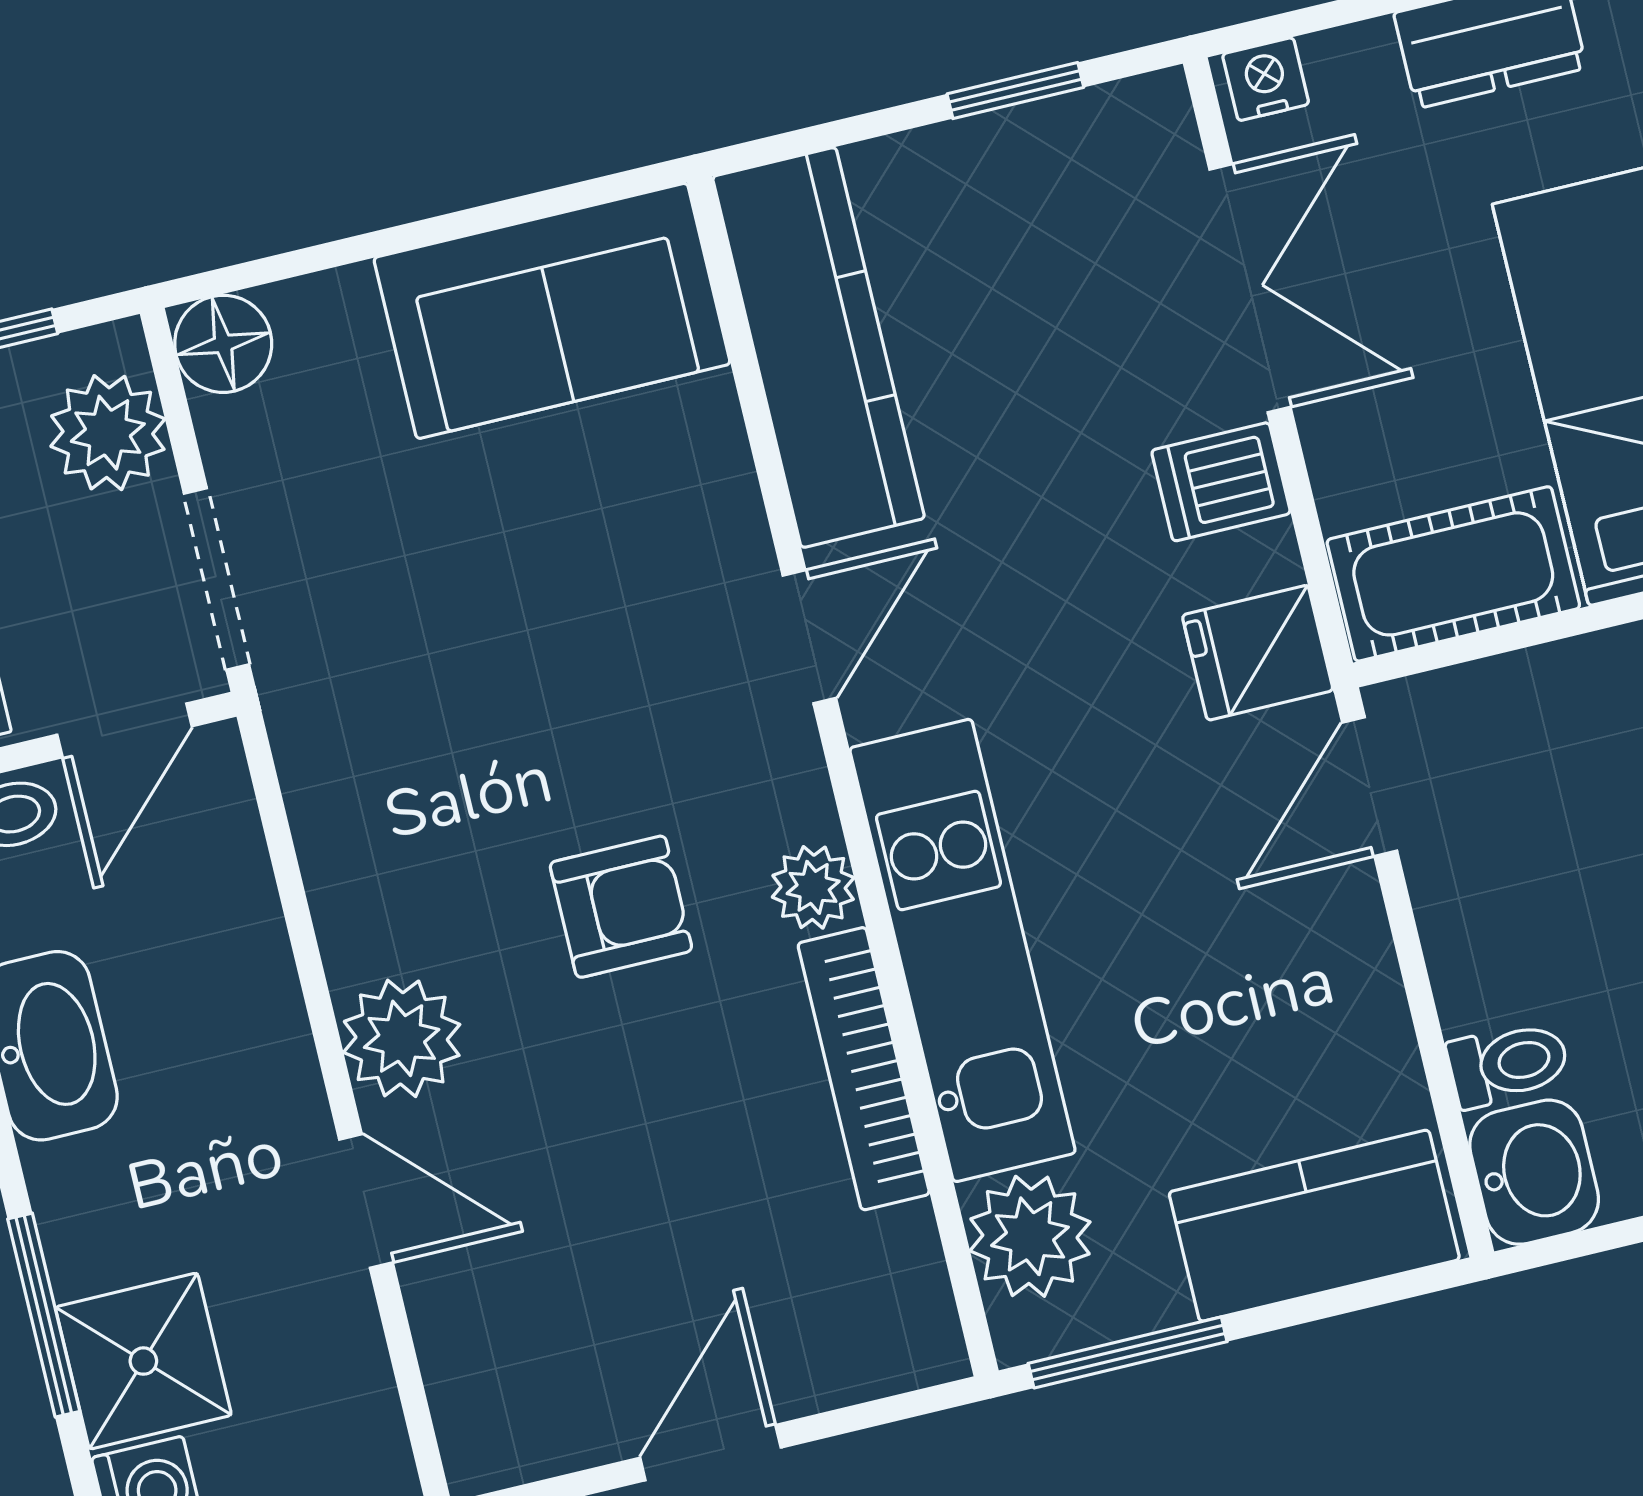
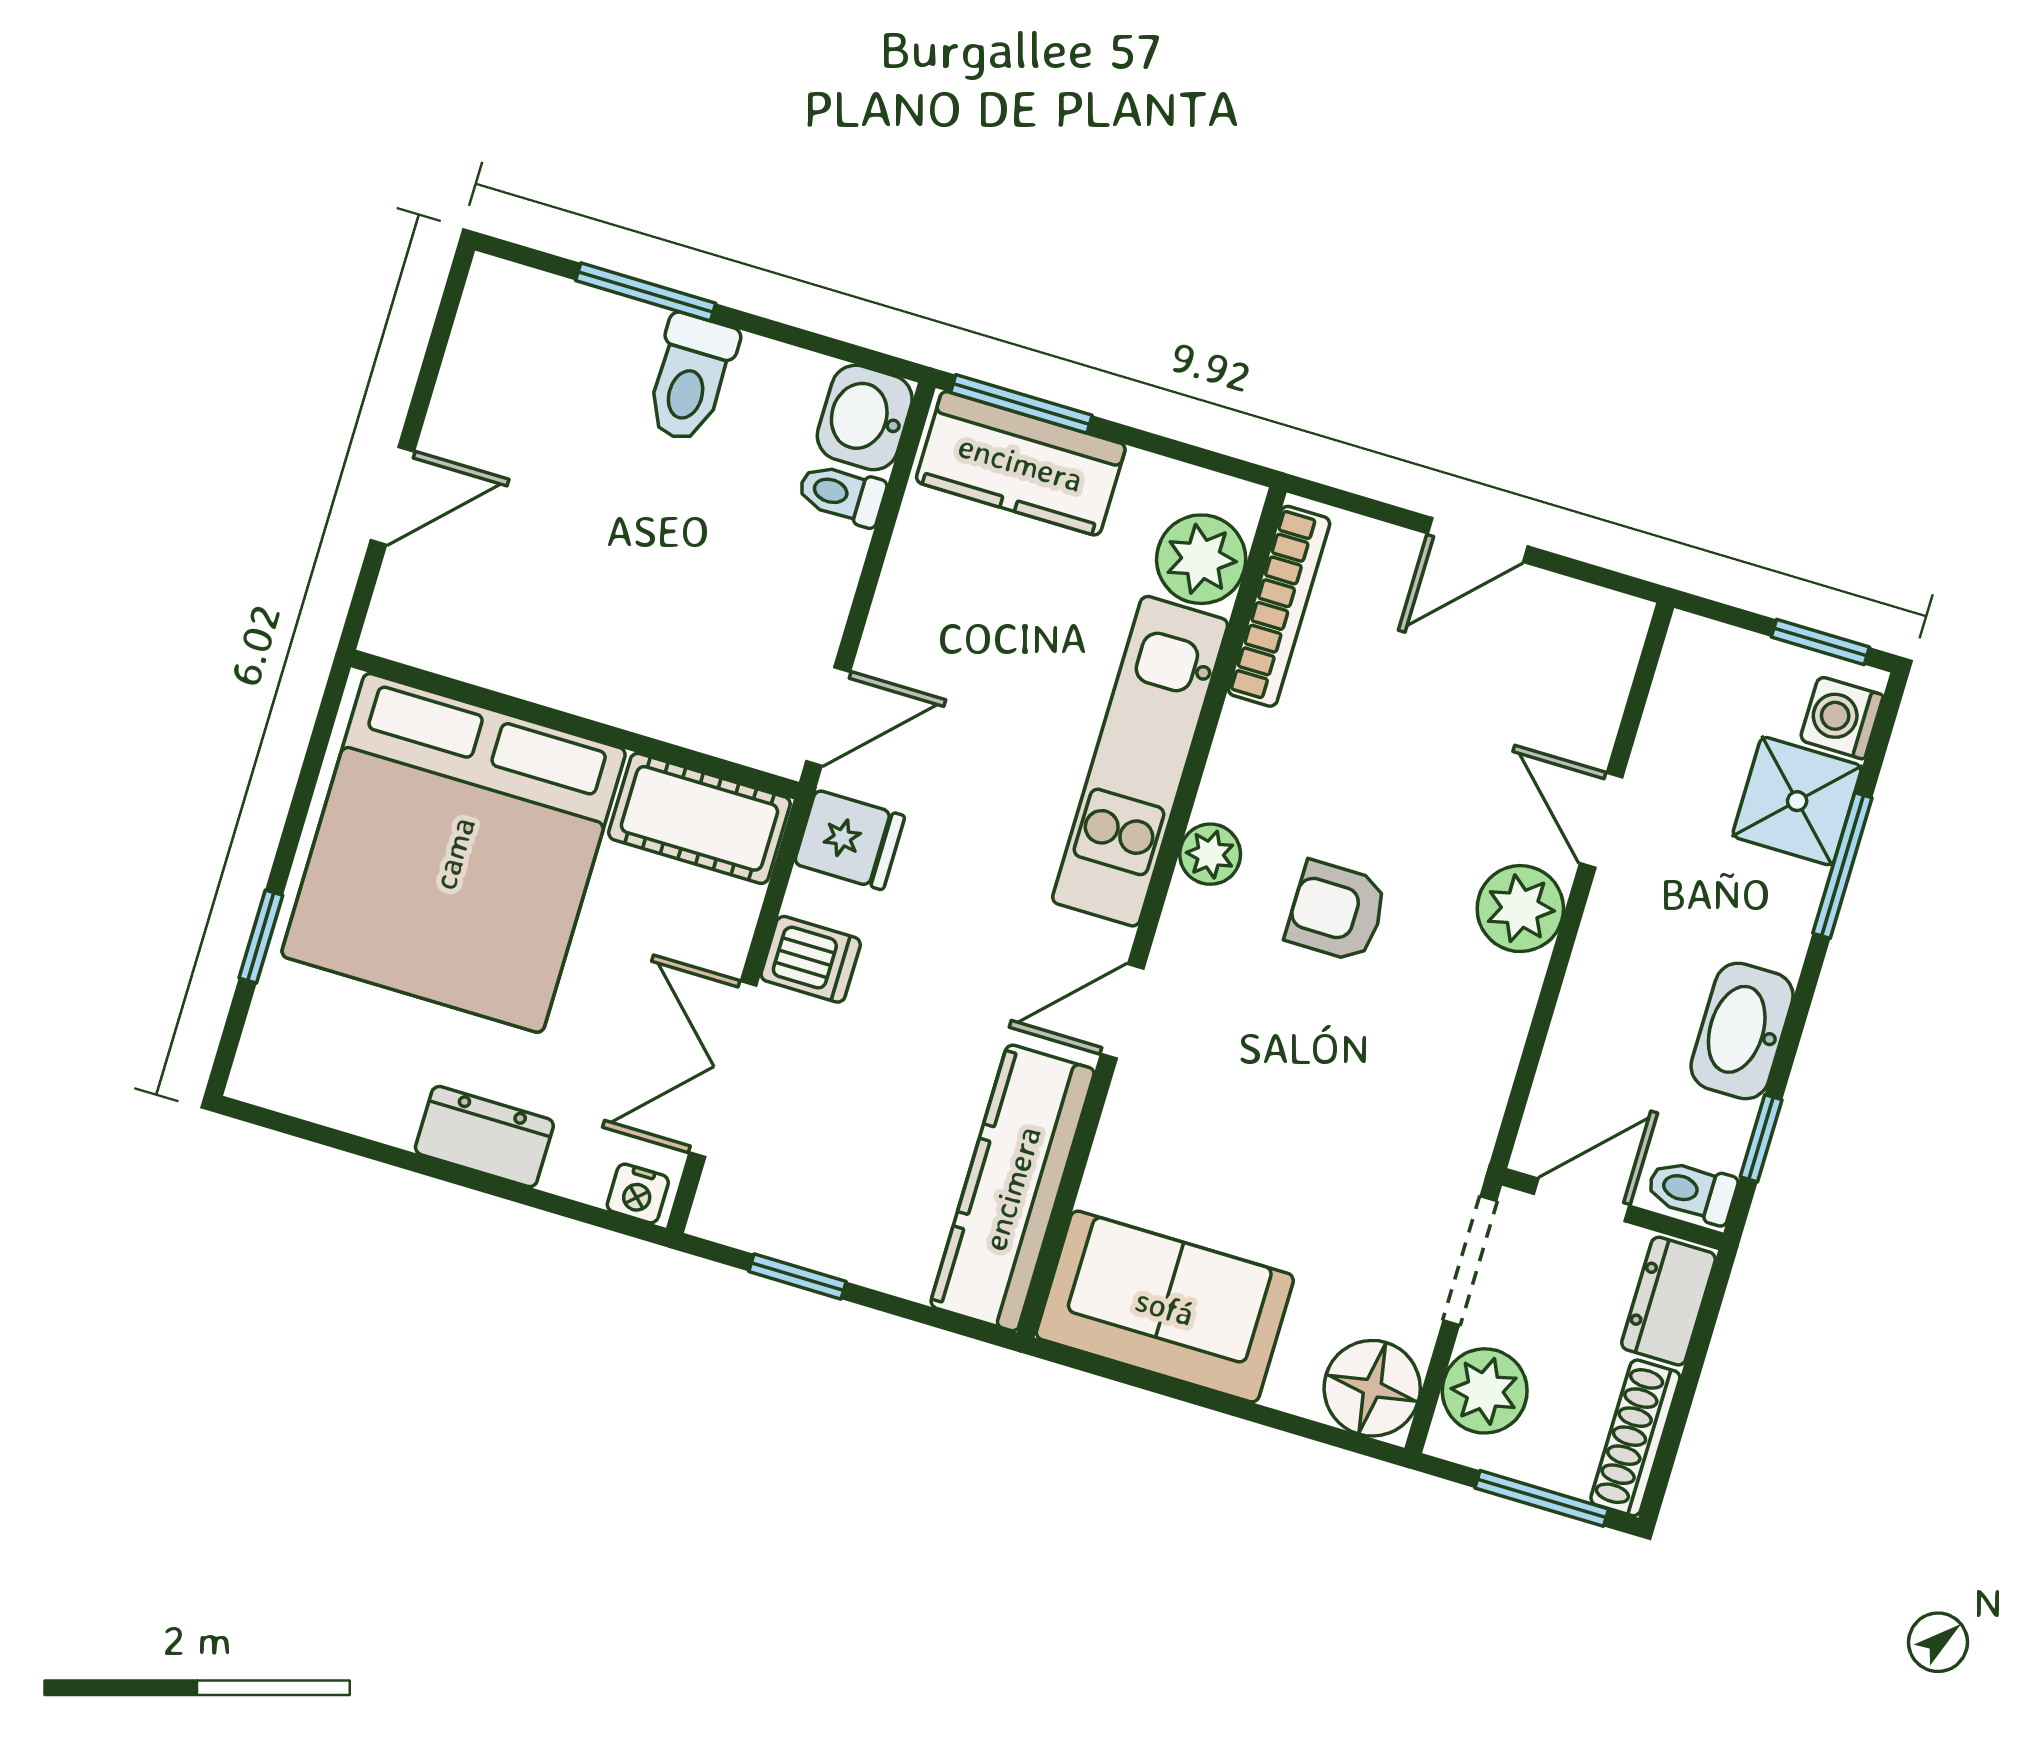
floor lamp: (223, 344) -> (1372, 1388), width x1.38, depth x1.38
bookcase: (864, 1069) -> (1279, 606), moved
window: (1128, 1352) -> (1021, 404), moved

